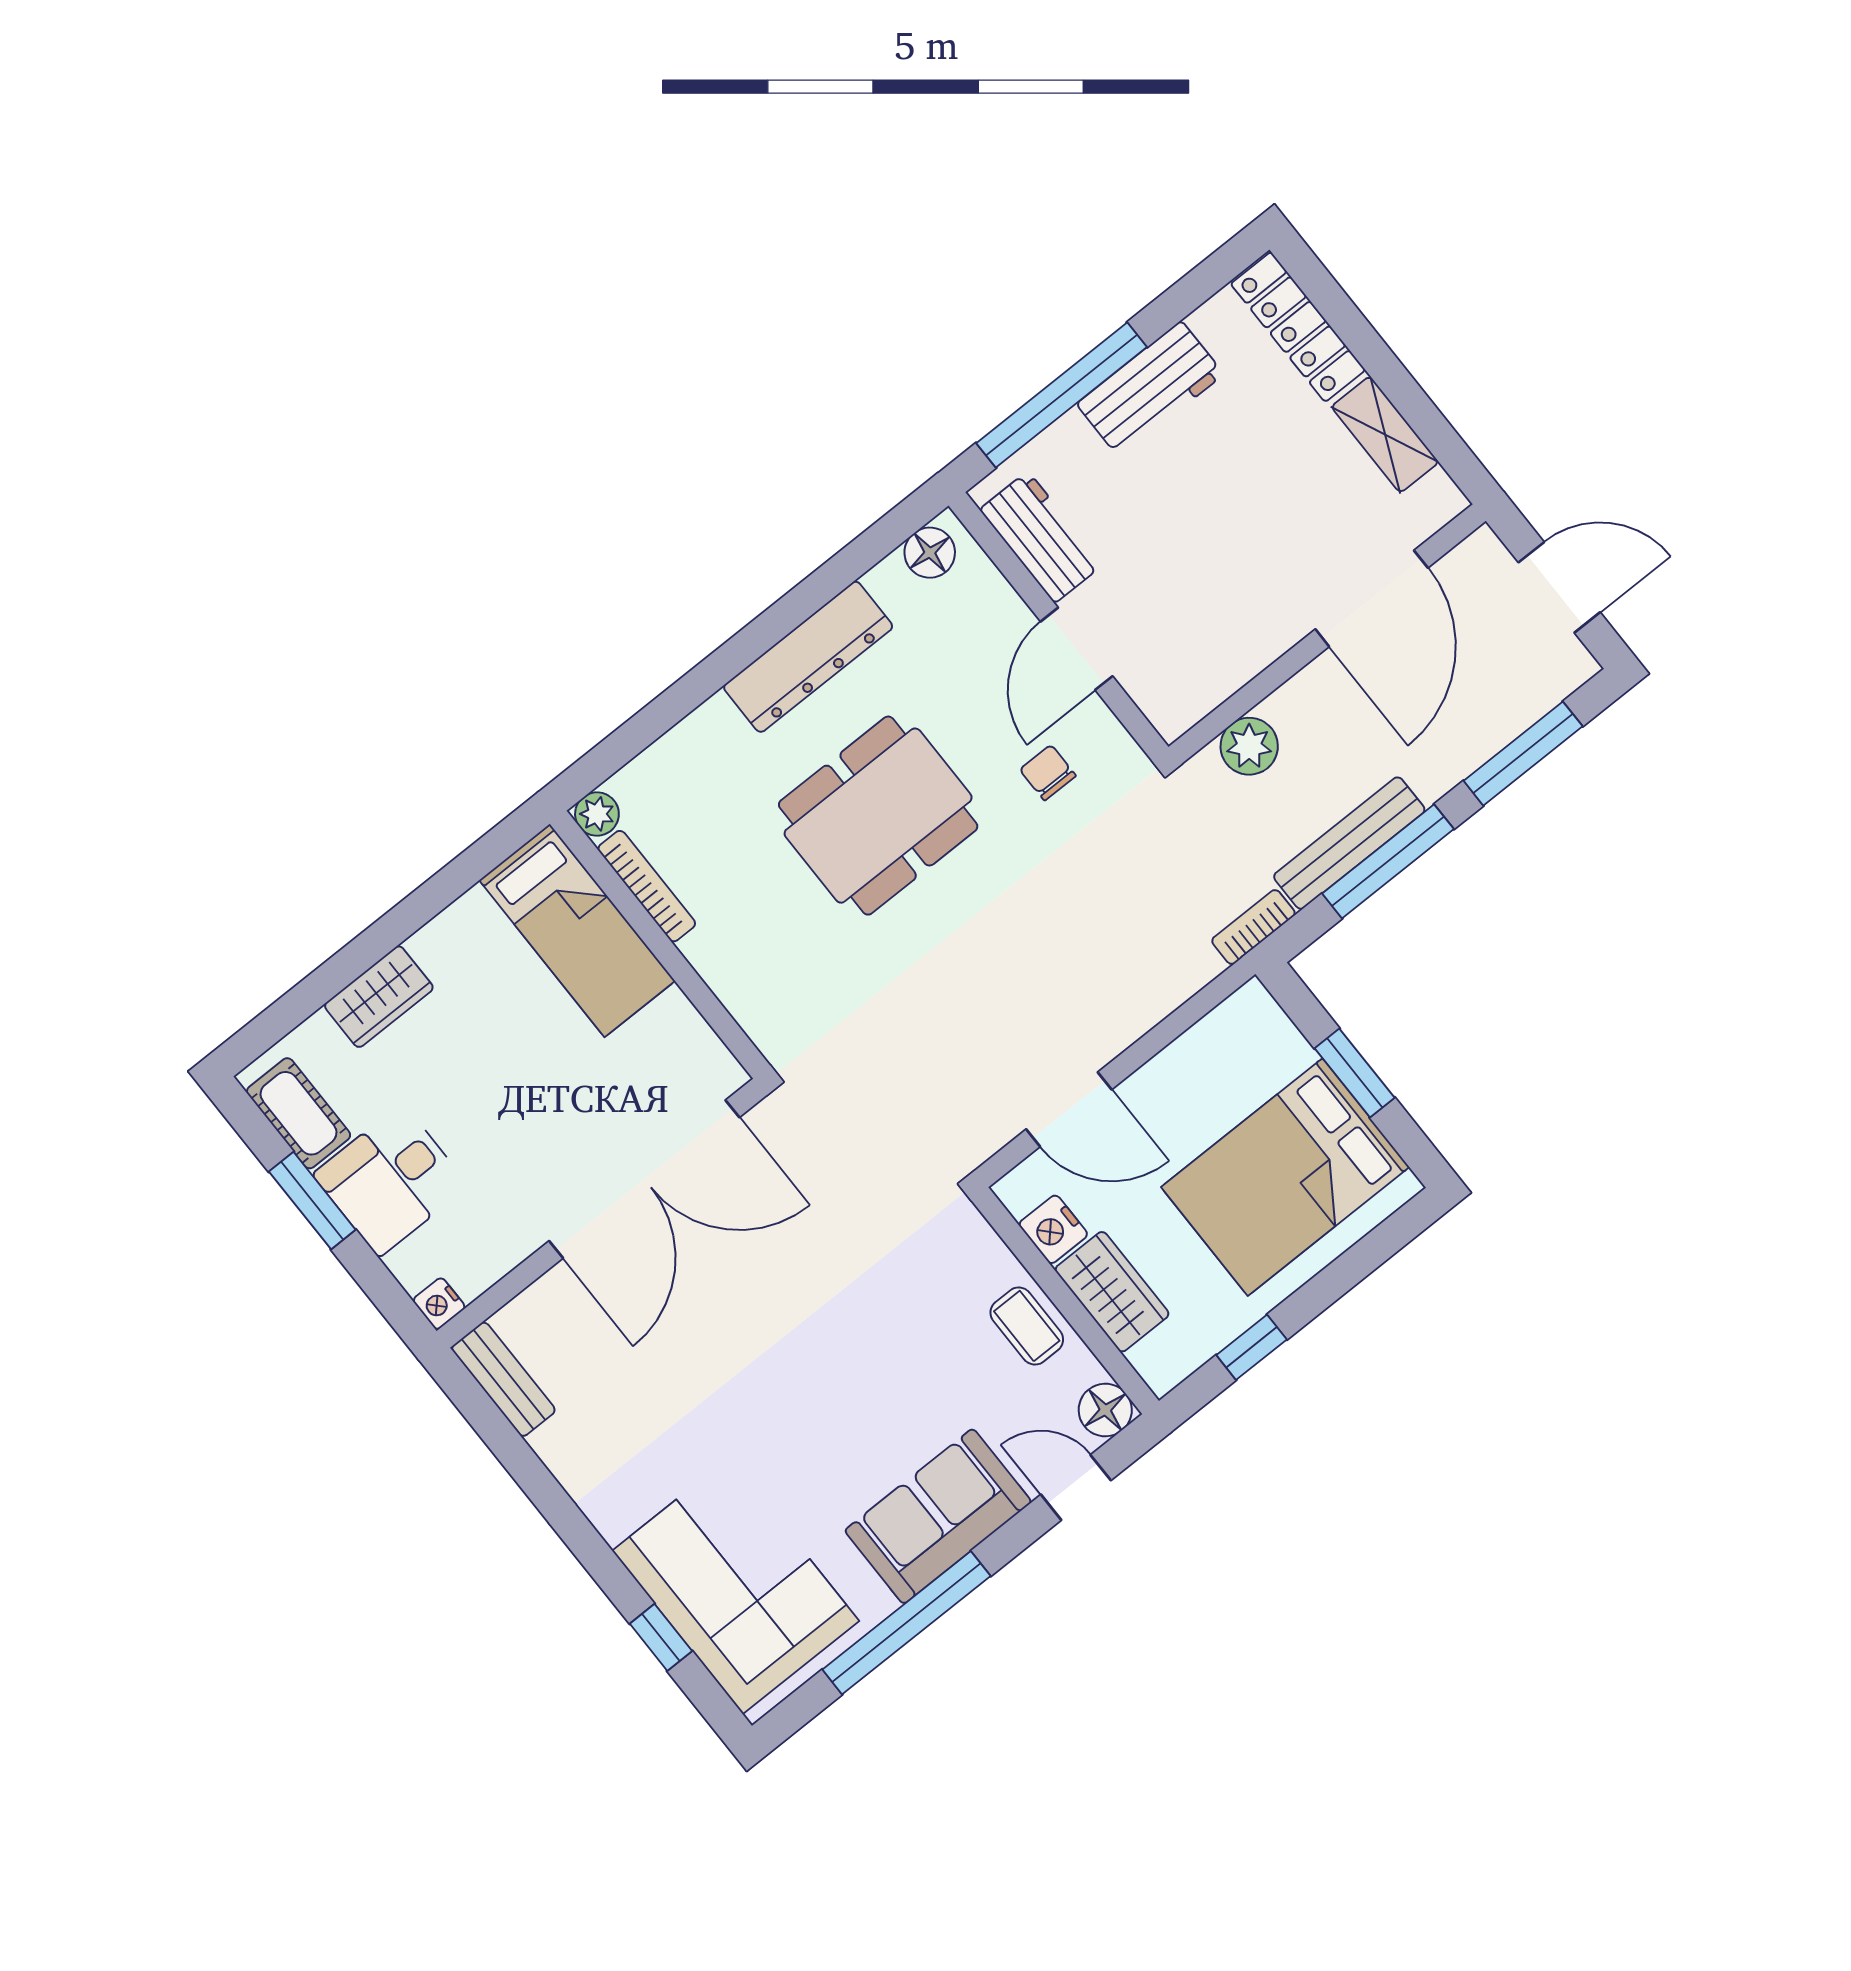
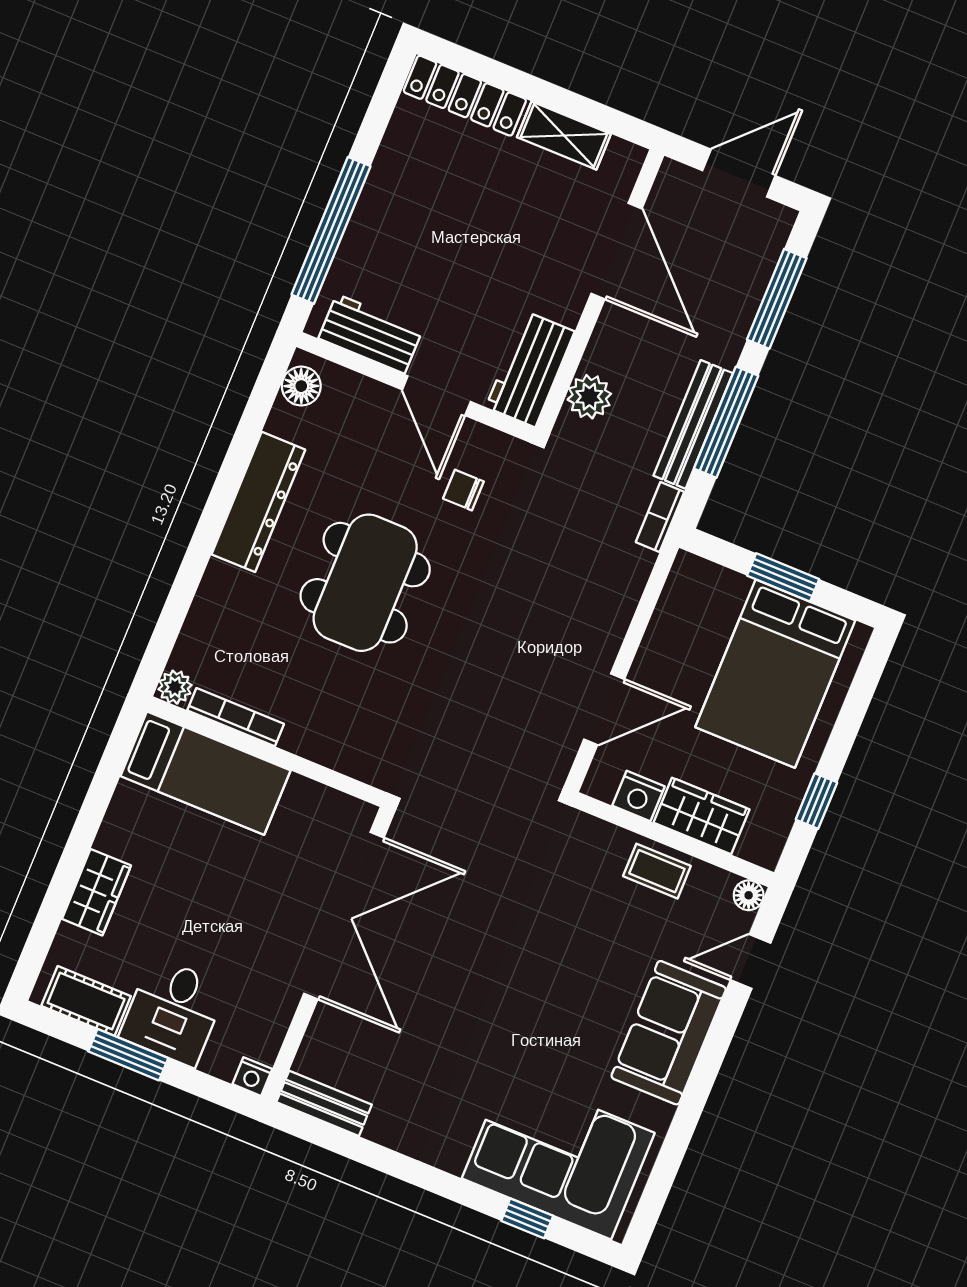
workbench: (1150, 389) -> (530, 369), moved, turned 180
floor lamp: (1105, 1410) -> (749, 895), width x0.73, depth x0.73
window: (906, 1623) -> (687, 1116), removed

